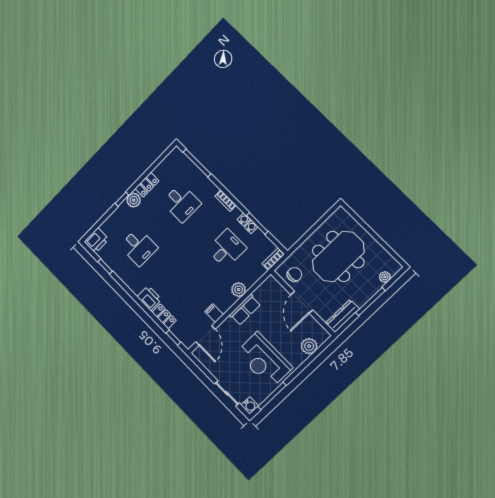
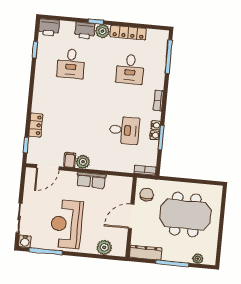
locker: (147, 185) -> (128, 33), width x1.53
chair: (294, 274) -> (147, 194), turned -90
plant: (239, 290) -> (83, 162), moved
printer: (149, 298) -> (85, 31), moved, turned 90

